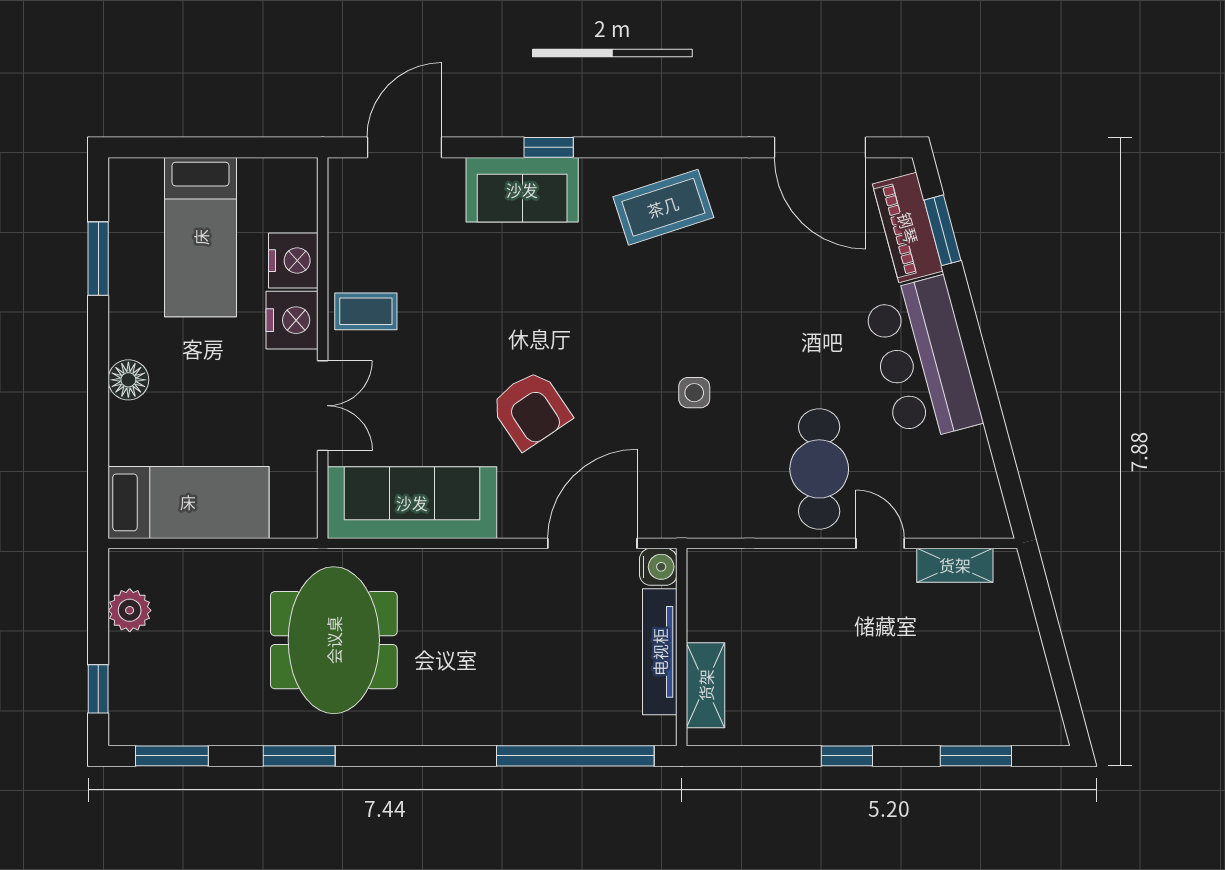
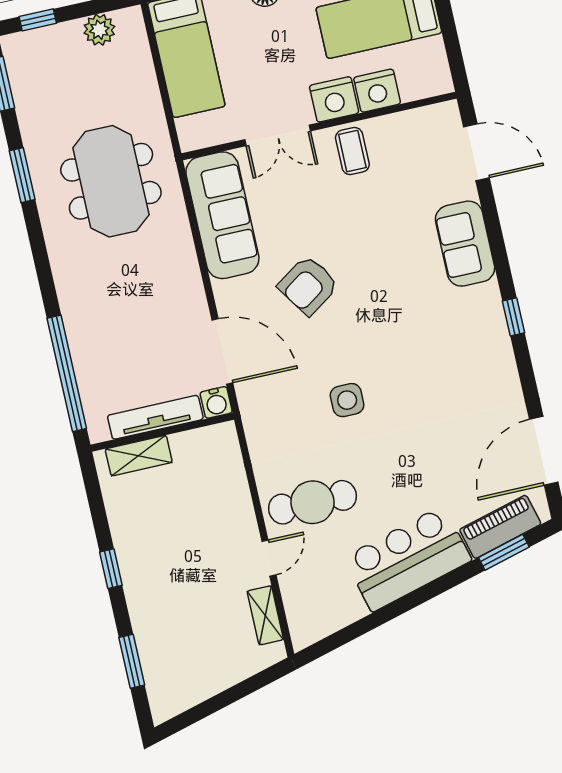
window: (549, 147) -> (513, 317), moved
coffee table: (663, 207) -> (475, 348), removed
side table: (694, 393) -> (347, 400), width x1.37, depth x1.37
meeting table: (334, 640) -> (111, 181), turned 90

